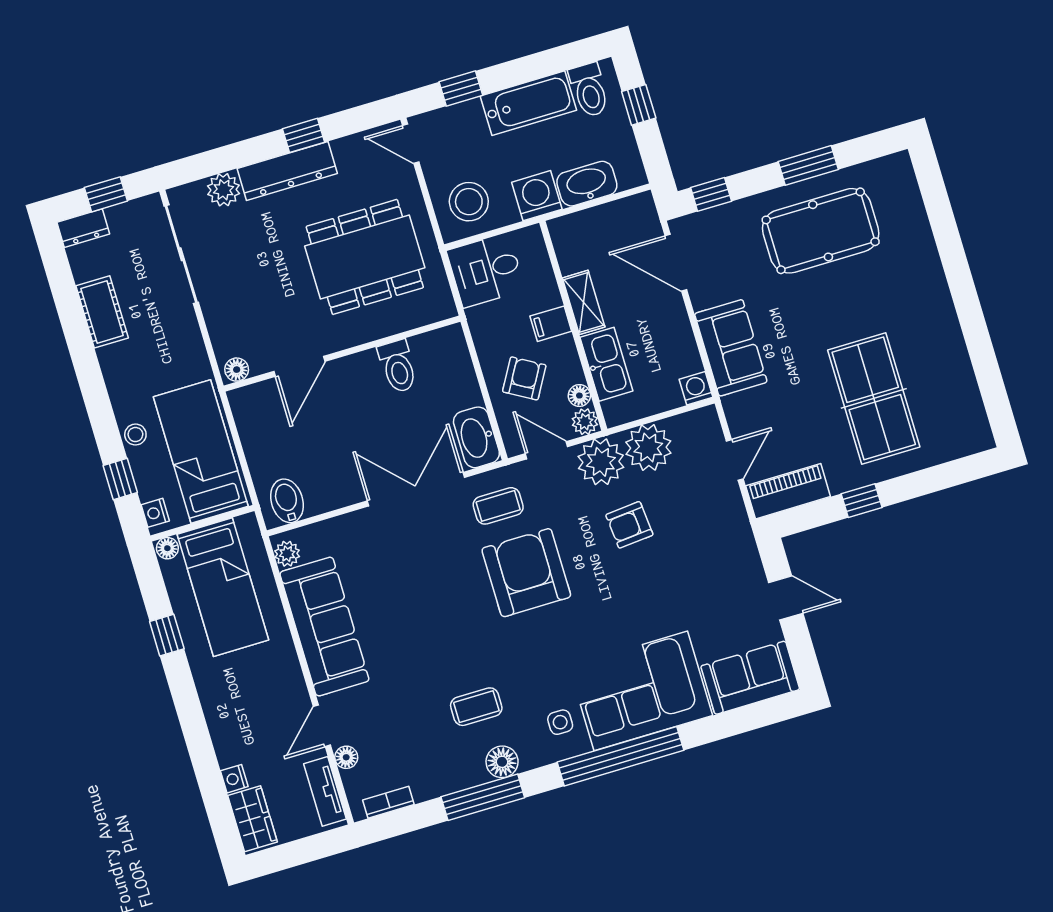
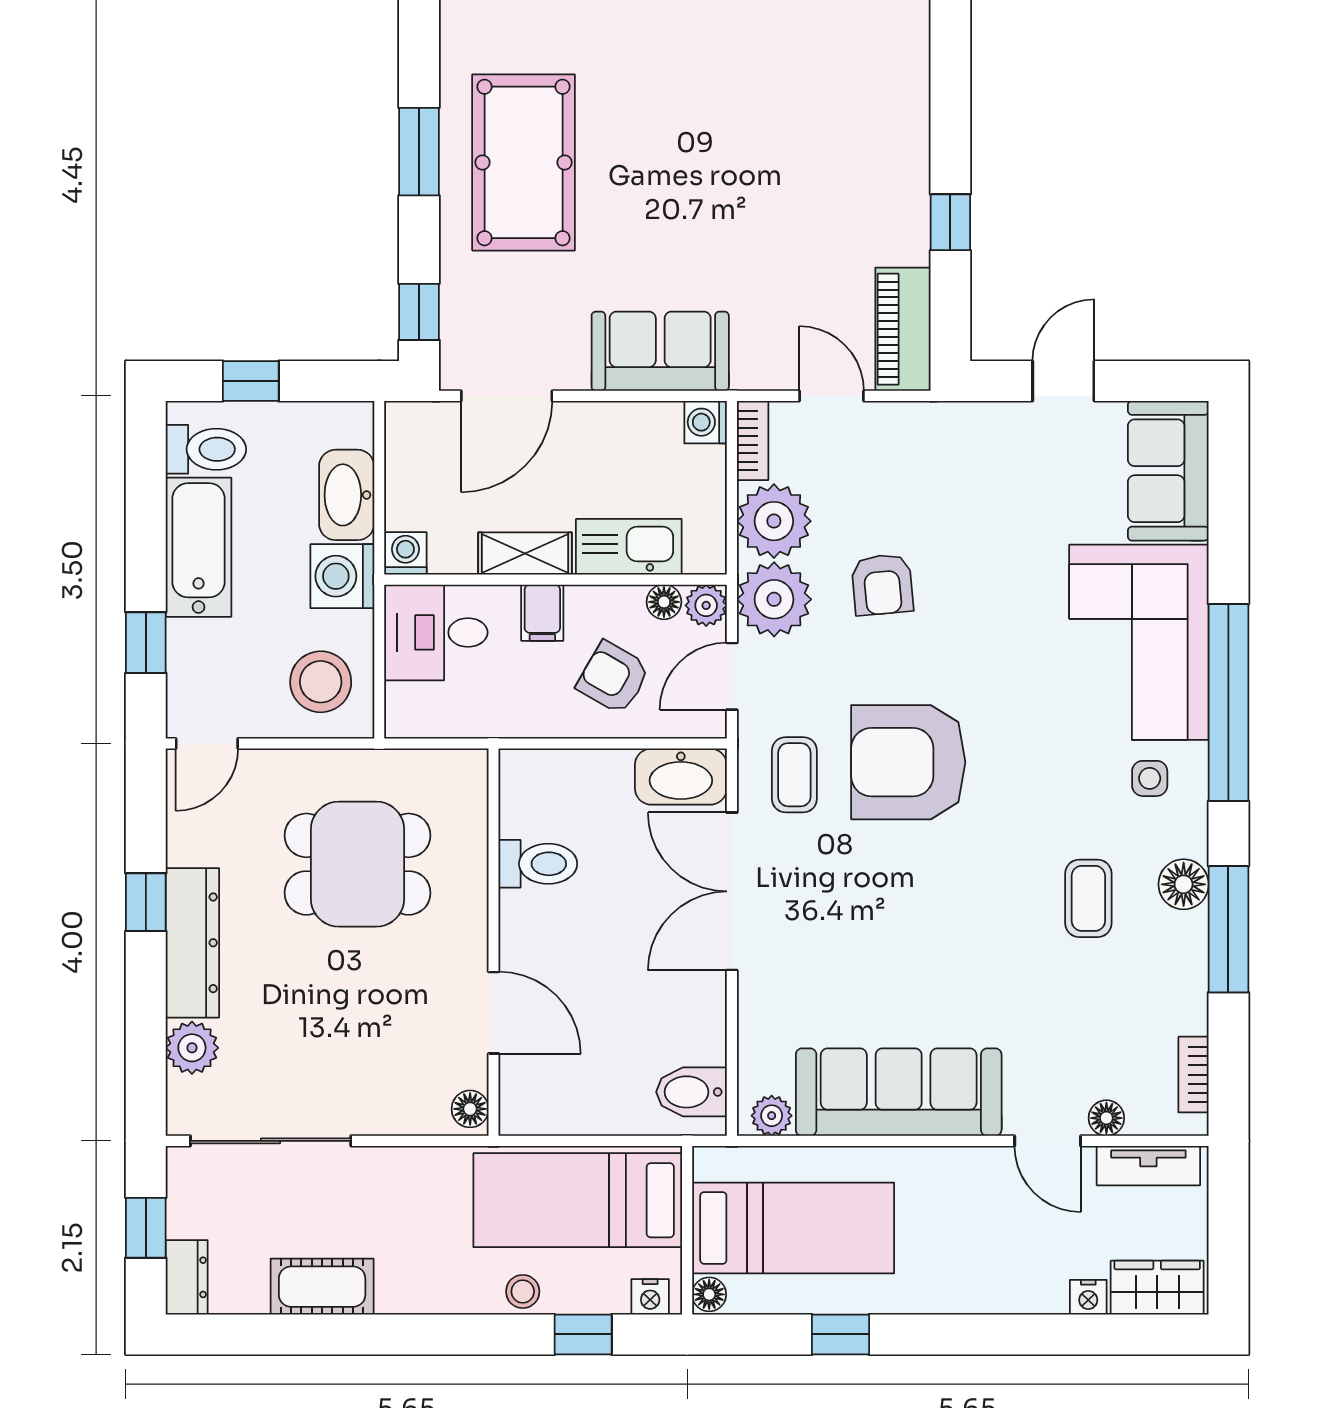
washing machine: (562, 230) -> (405, 553), added
dining table: (365, 257) -> (357, 864), width x0.73
desk: (486, 270) -> (436, 632), moved, turned 90
table tennis table: (874, 398) -> (801, 158), removed
bookcase: (693, 420) -> (753, 440), added

